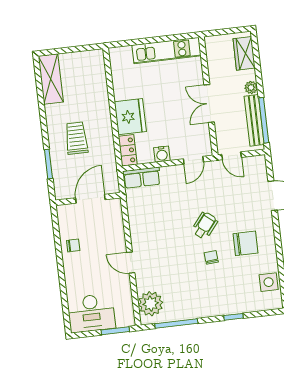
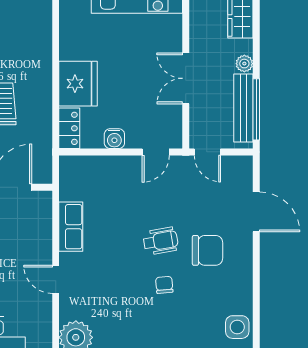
row of seats: (142, 178) -> (71, 227), moved, turned -90
wheelchair: (205, 225) -> (161, 241), turned 41
chair: (246, 243) -> (207, 250), moved

